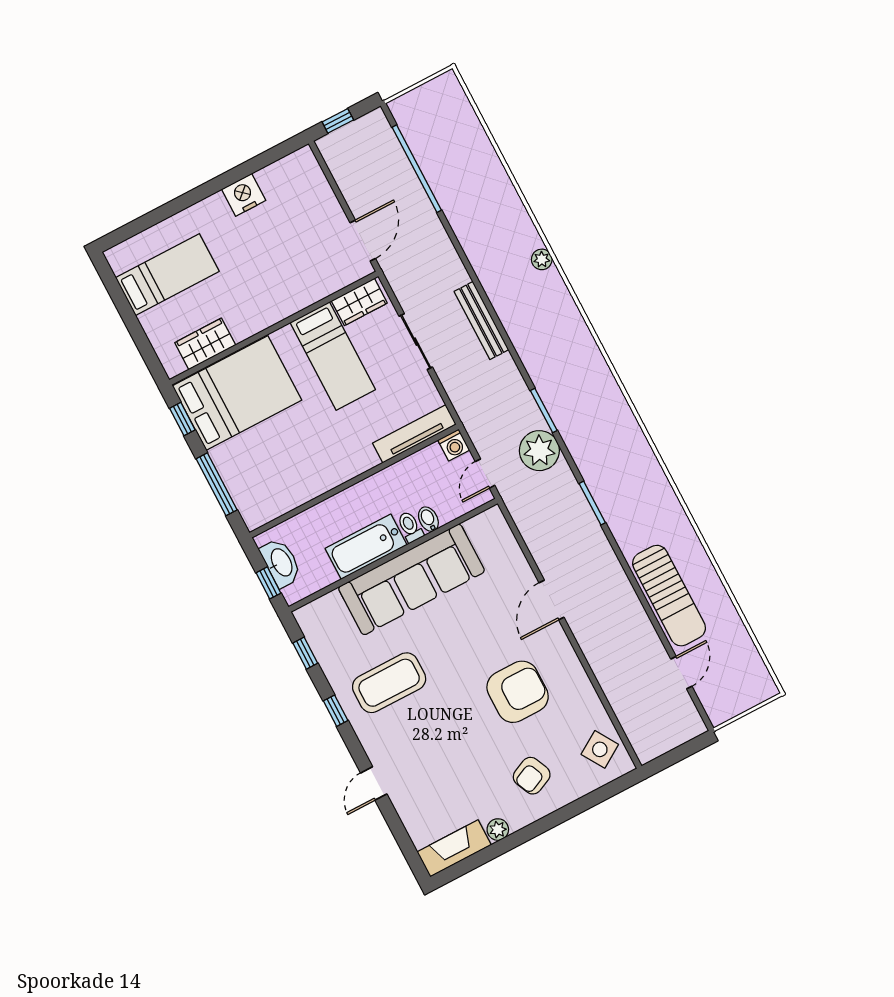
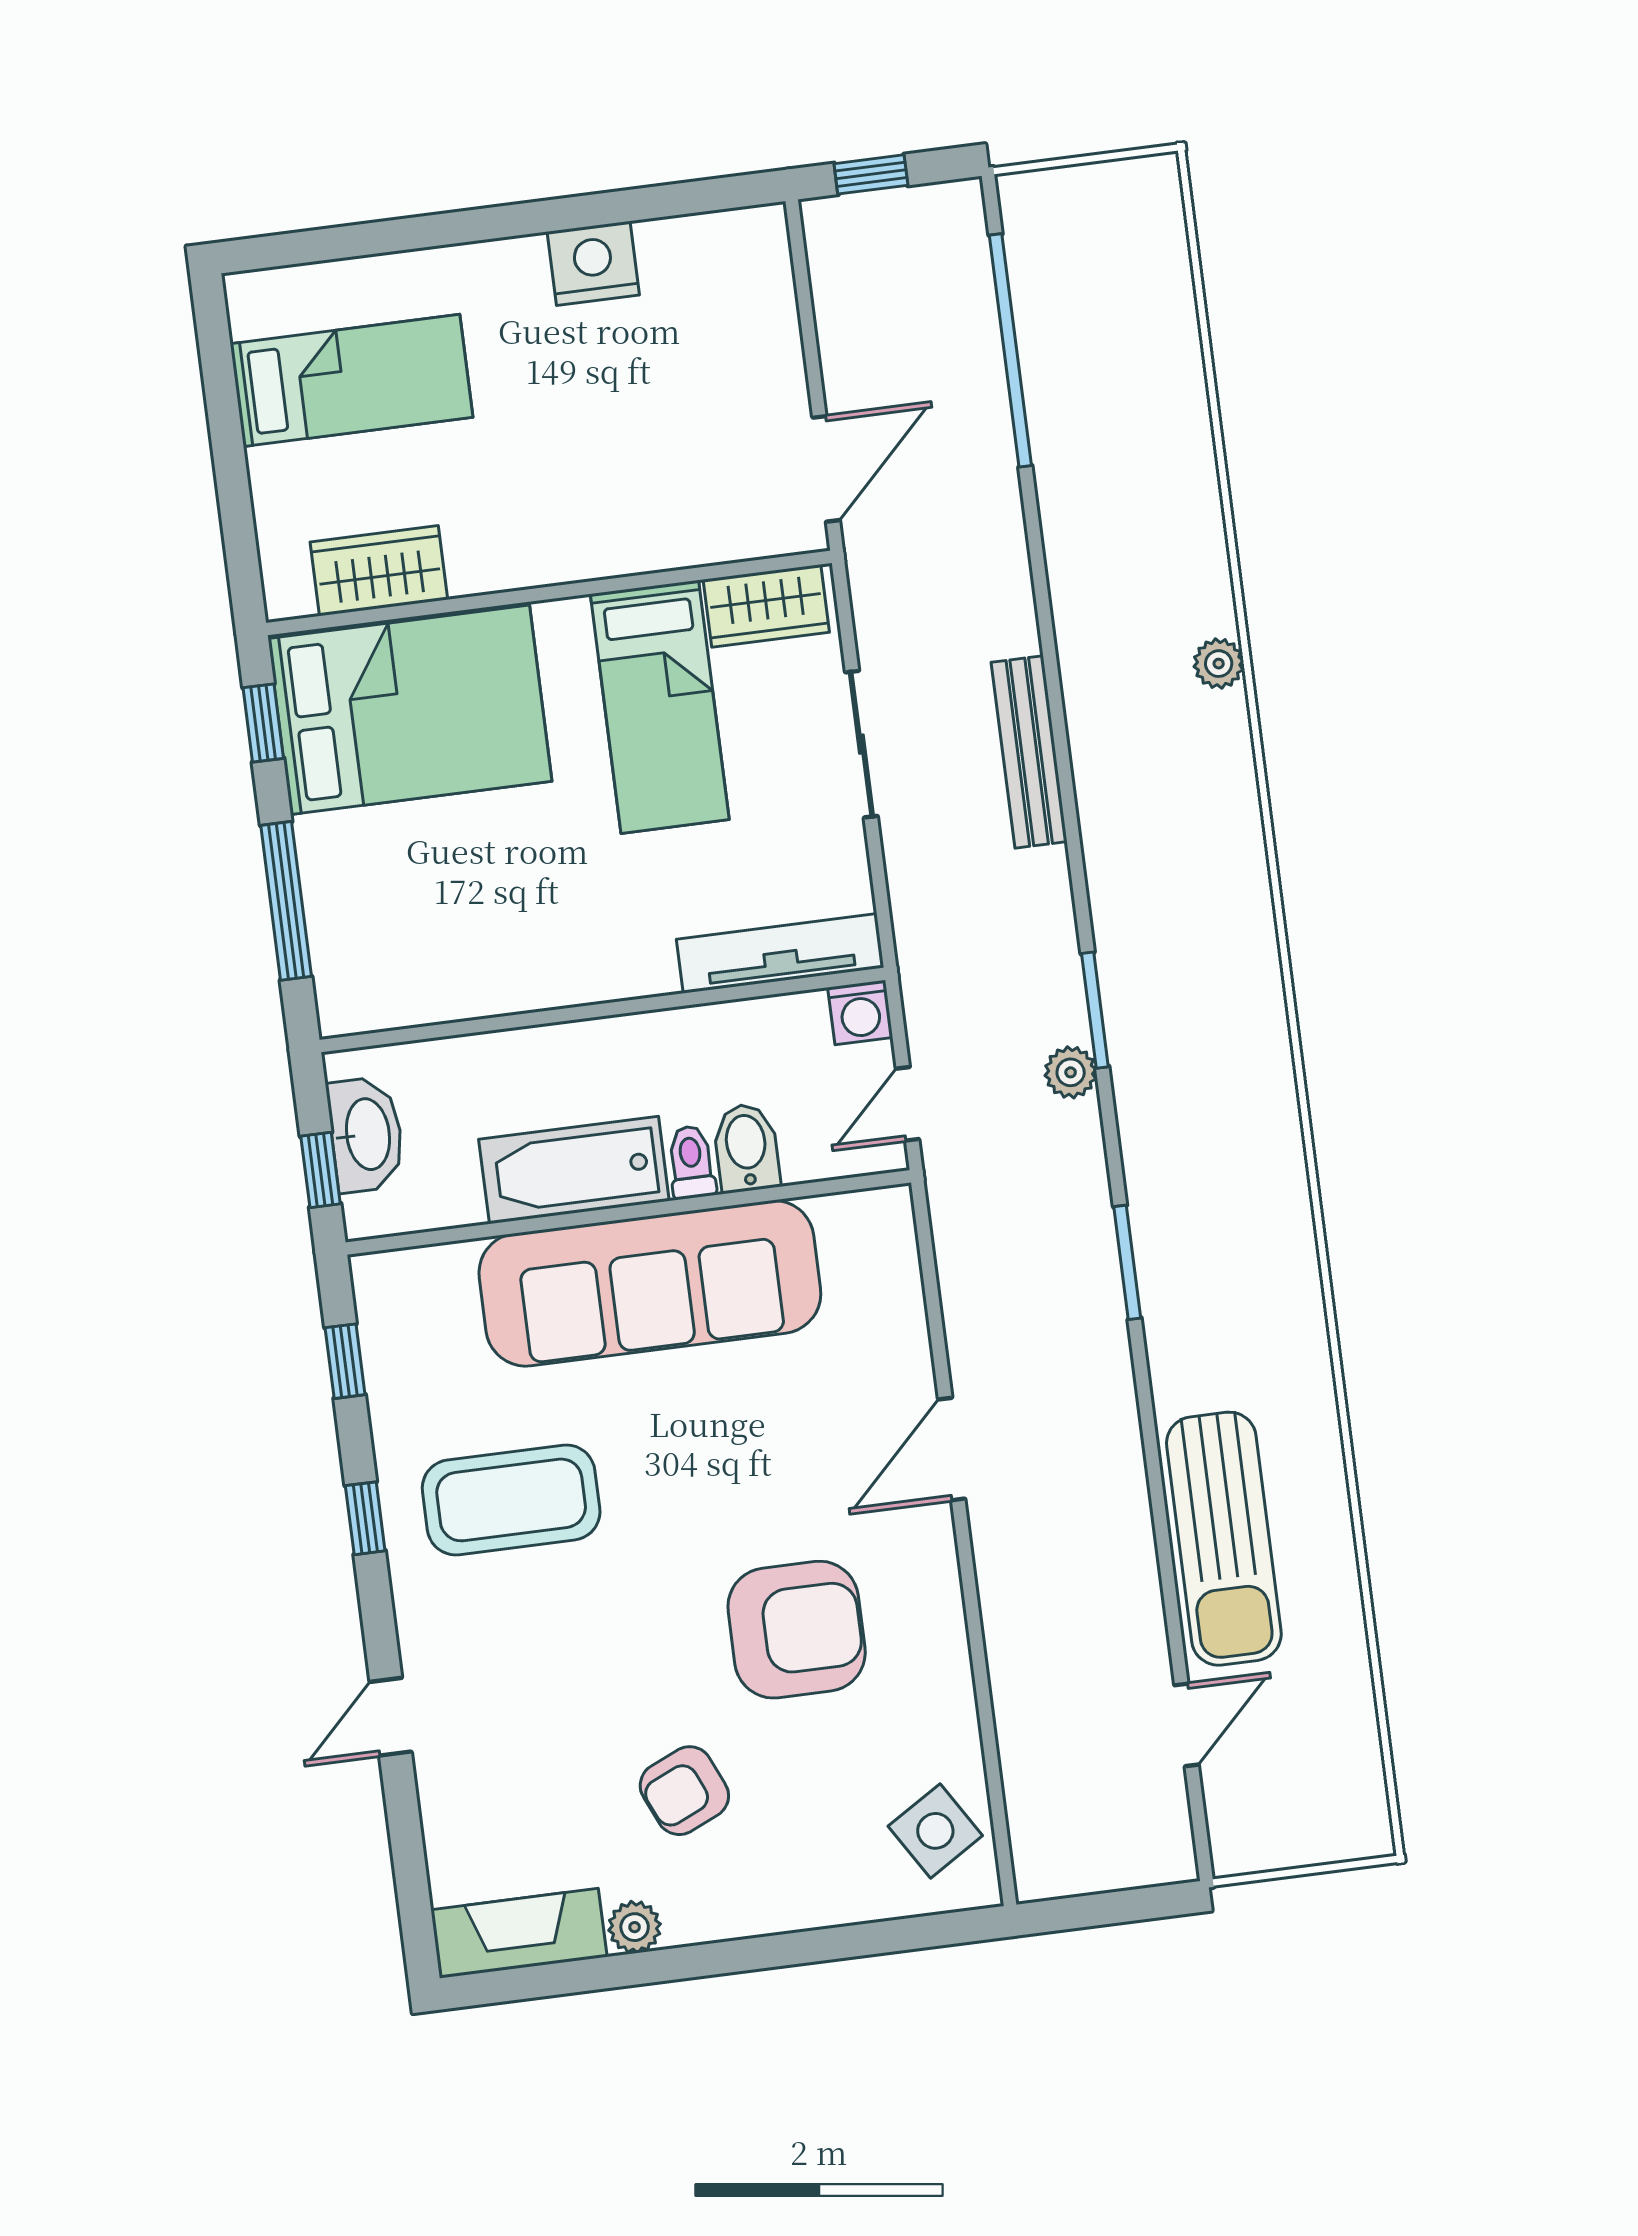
plant: (539, 451) -> (1071, 1072), width x0.53, depth x0.53
bidet: (428, 519) -> (746, 1148), width x1.38, depth x1.36
armchair: (532, 776) -> (684, 1791), moved

